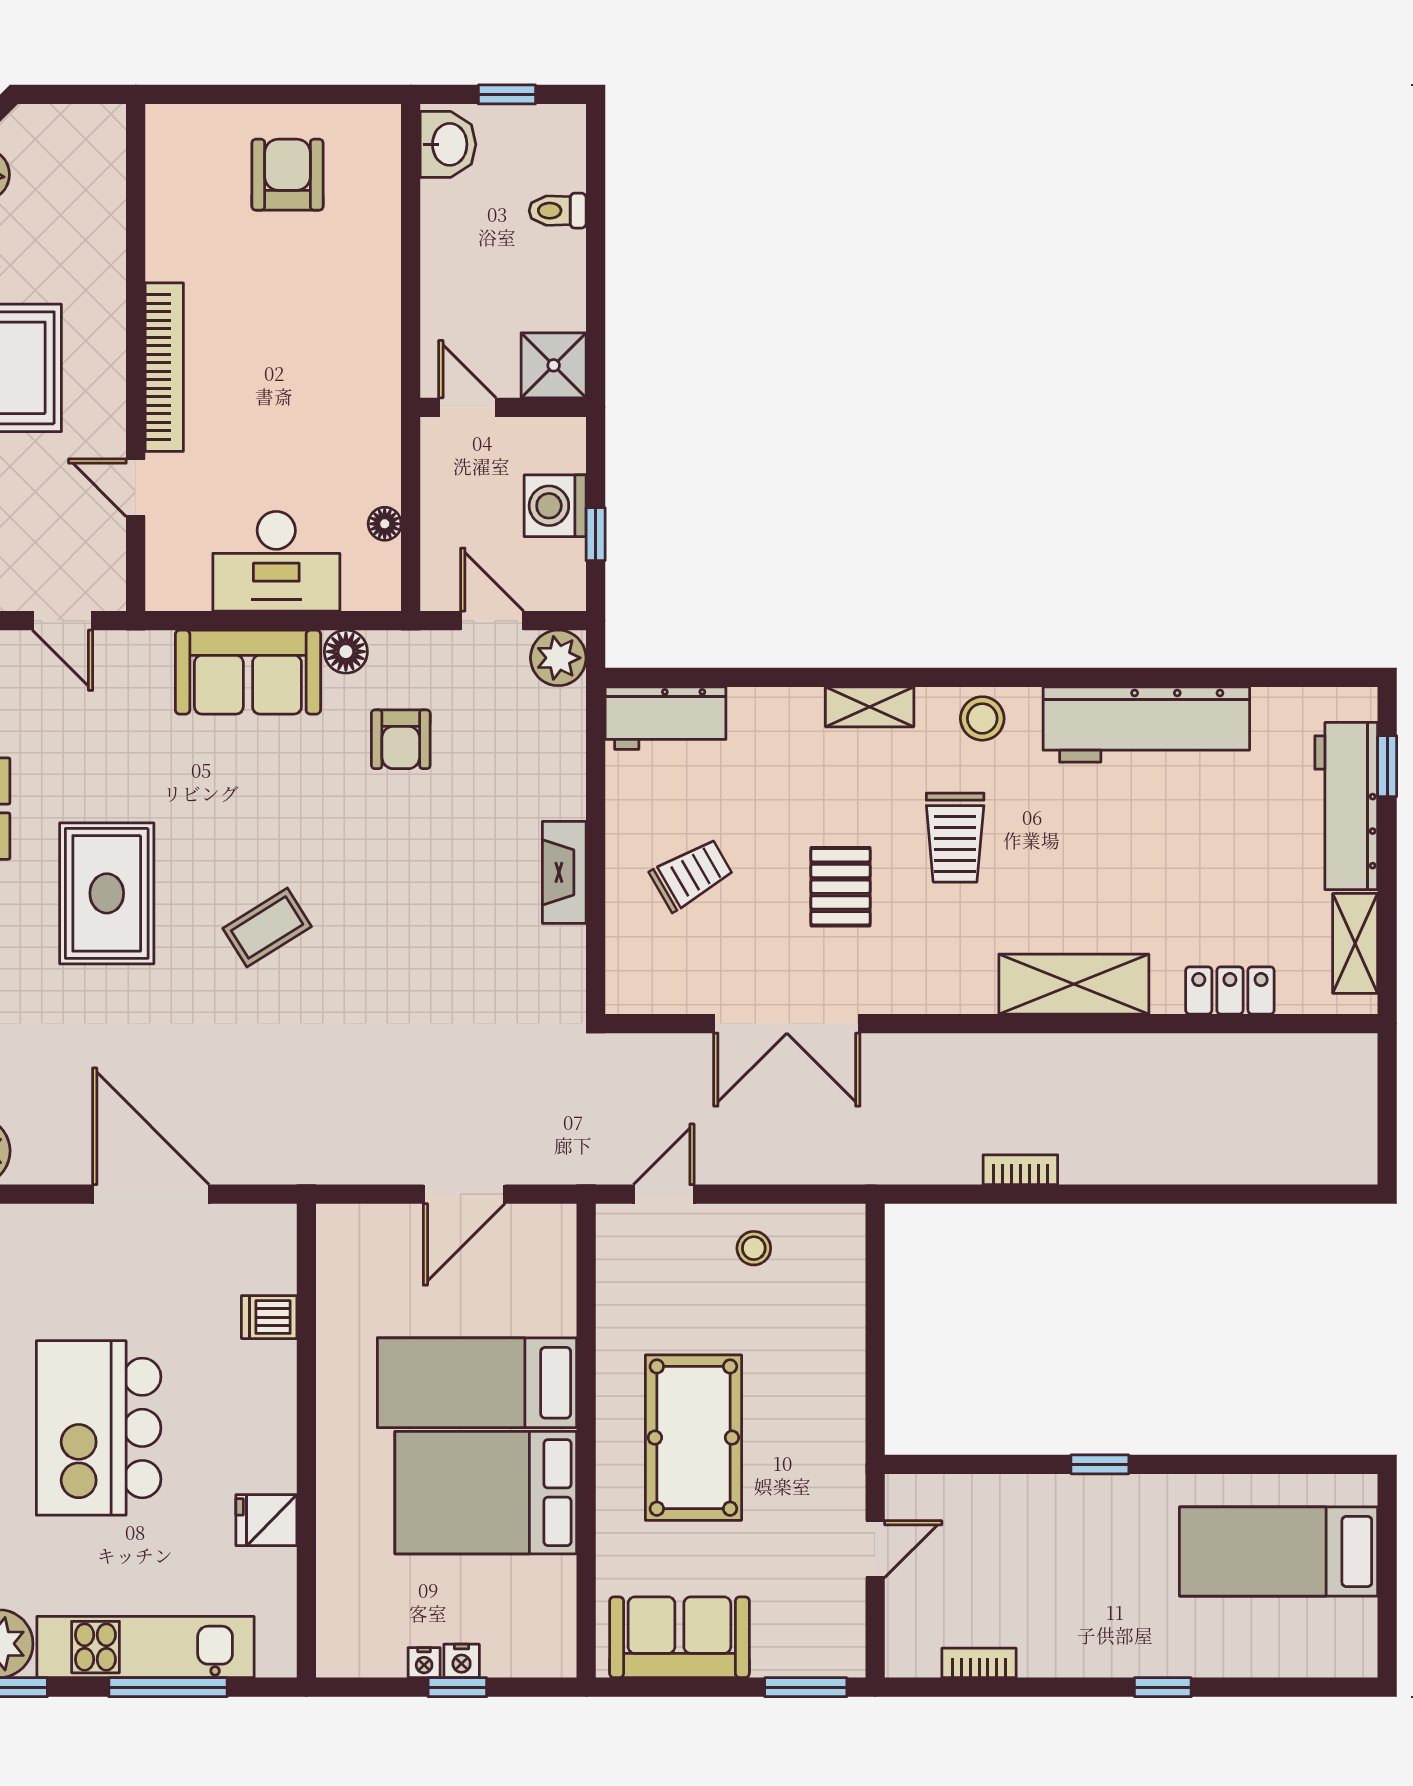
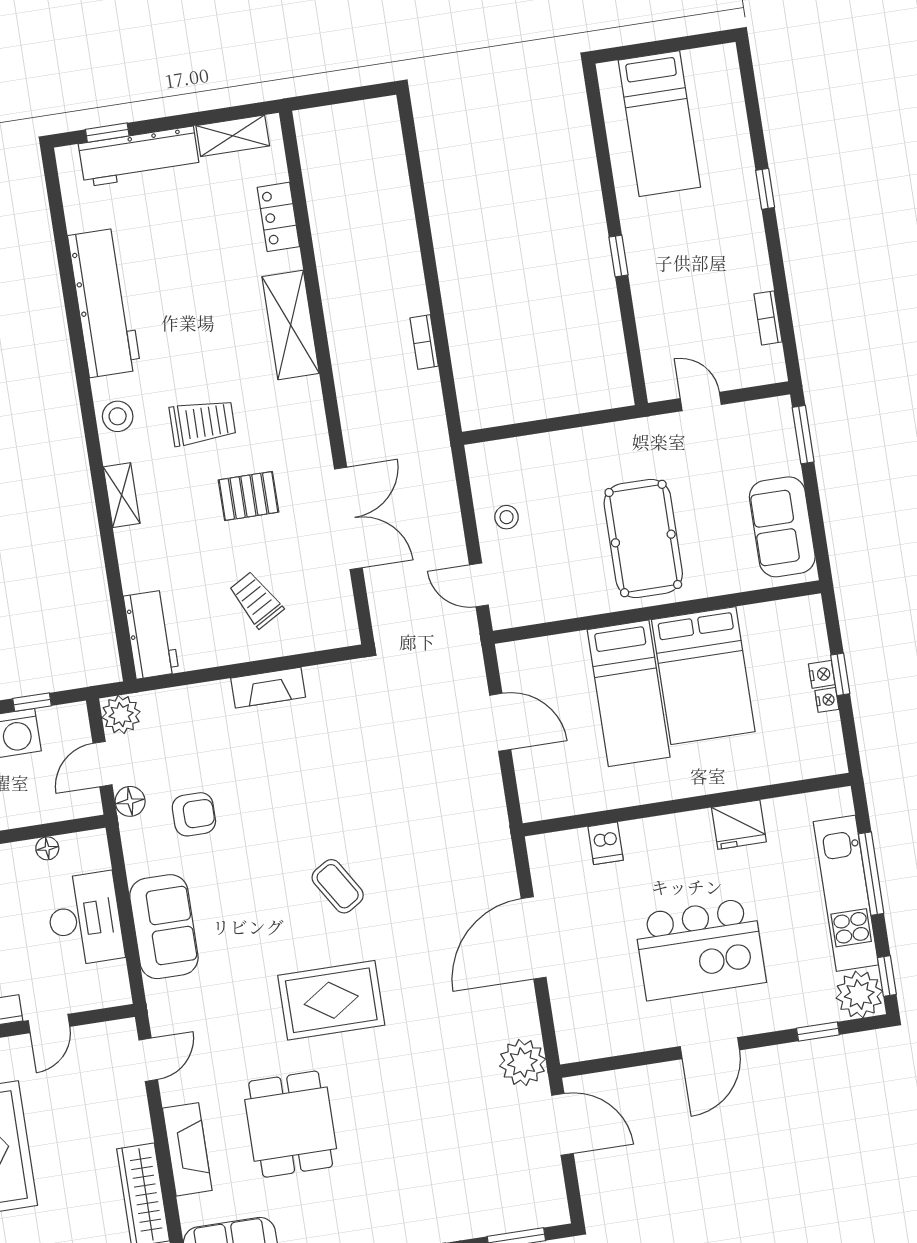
floor lamp: (346, 652) -> (130, 801), moved
pool table: (693, 1438) -> (643, 538), turned 90
fridge: (266, 1520) -> (739, 825), width x1.38

